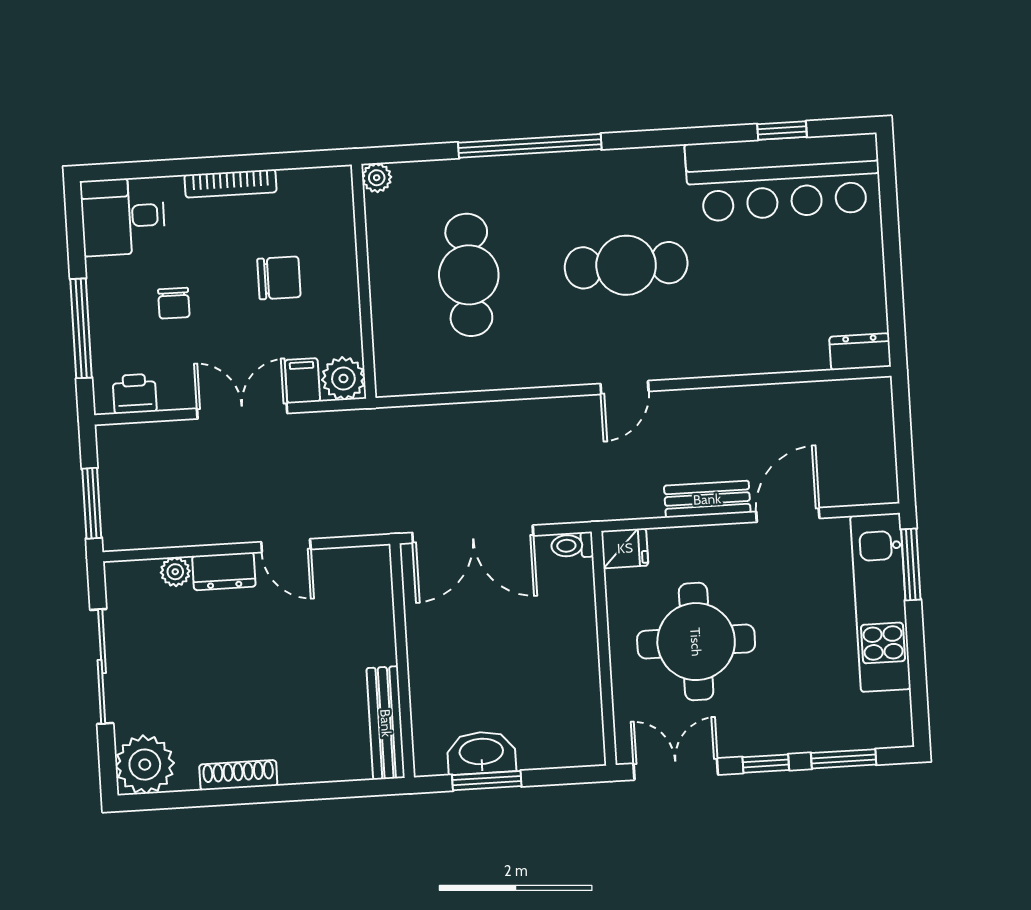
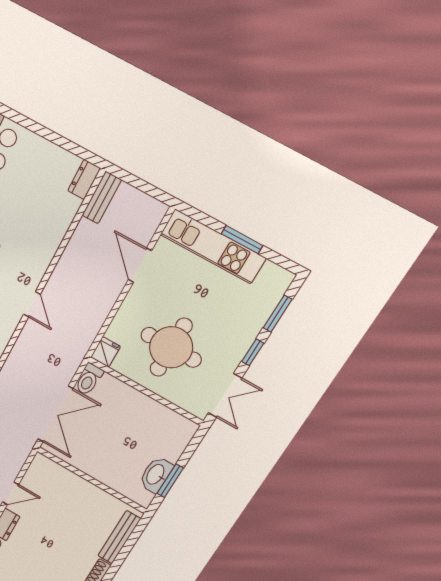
bench: (707, 499) -> (102, 198), moved
toilet: (572, 545) -> (89, 379), width x1.37, depth x1.39
window: (911, 564) -> (242, 240), moved
bench: (386, 723) -> (119, 537), moved, turned 90
double door: (676, 769) -> (225, 396), swing flipped

